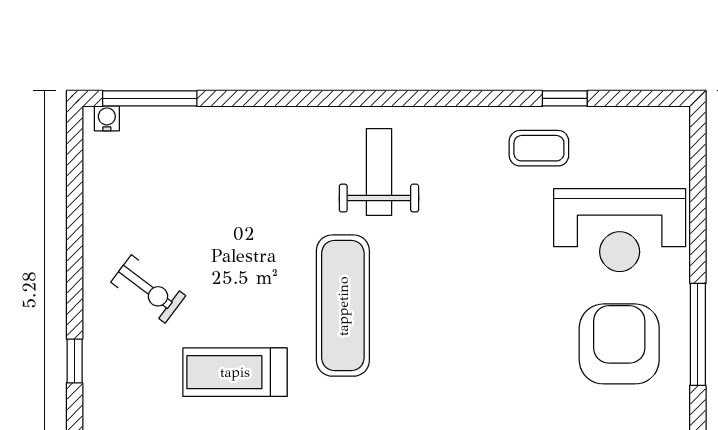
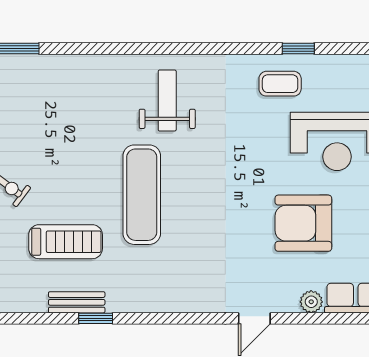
armchair: (619, 344) -> (303, 223), moved, turned -90
treadmill: (235, 372) -> (66, 242), turned 180

